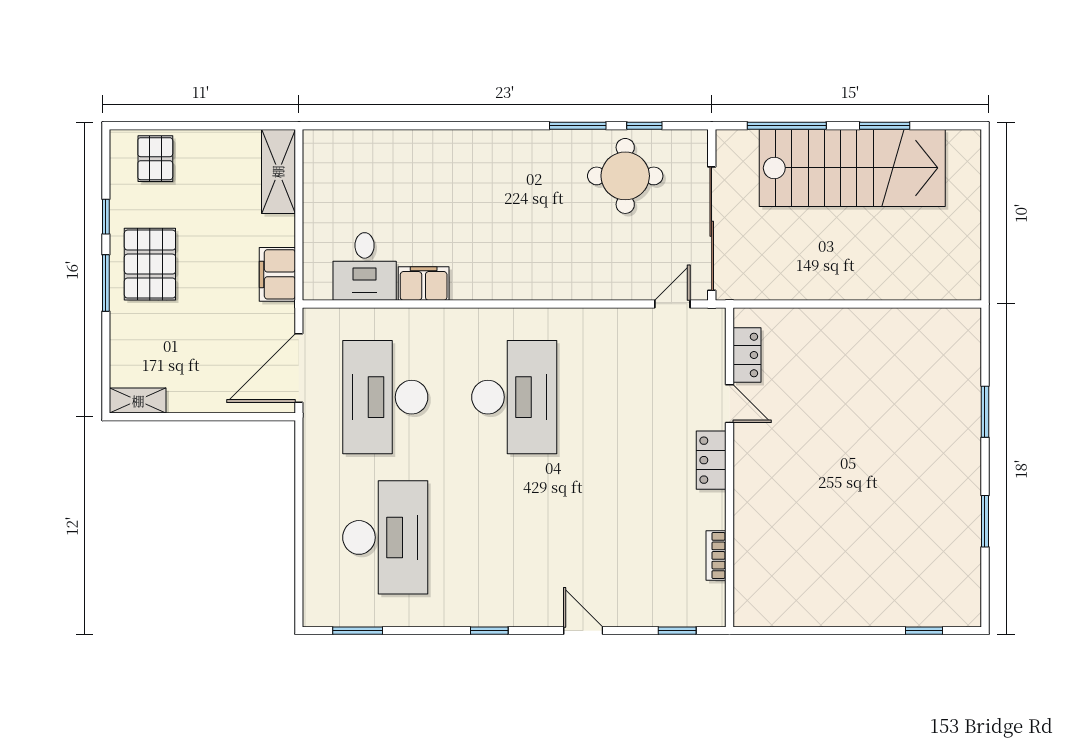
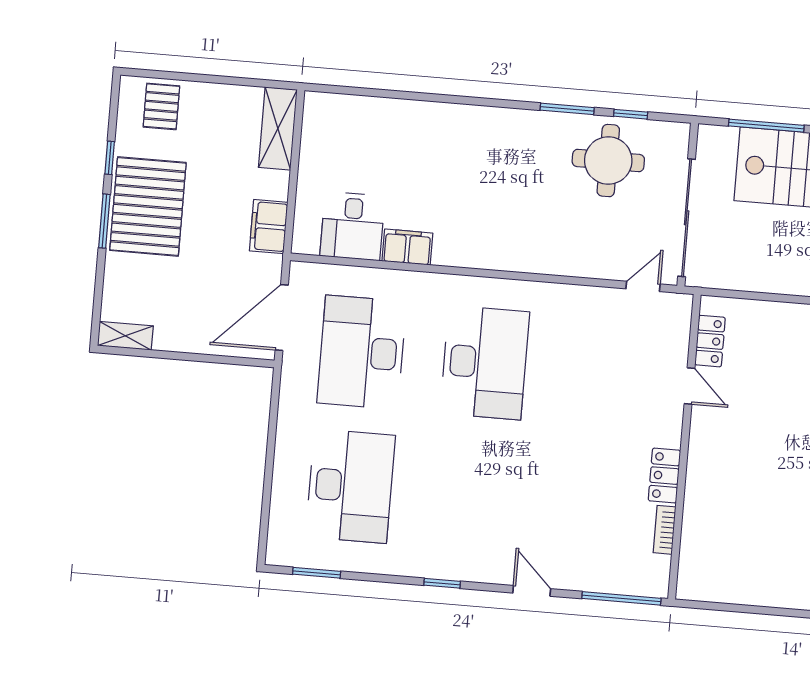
pallet: (150, 264) -> (148, 206), width x1.37, depth x1.41
locker: (711, 460) -> (664, 476), moved
window: (677, 631) -> (621, 598), width x2.17

